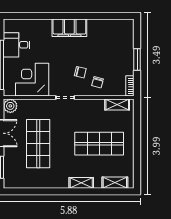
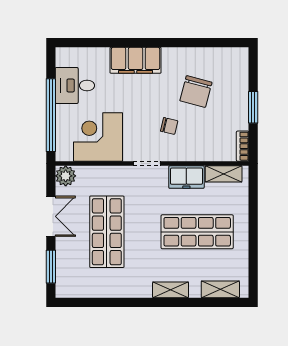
filing cabinet: (69, 28) -> (136, 60), moved
chair: (98, 82) -> (196, 92), moved, width x1.87, depth x1.87
freezer: (92, 107) -> (186, 177), added

